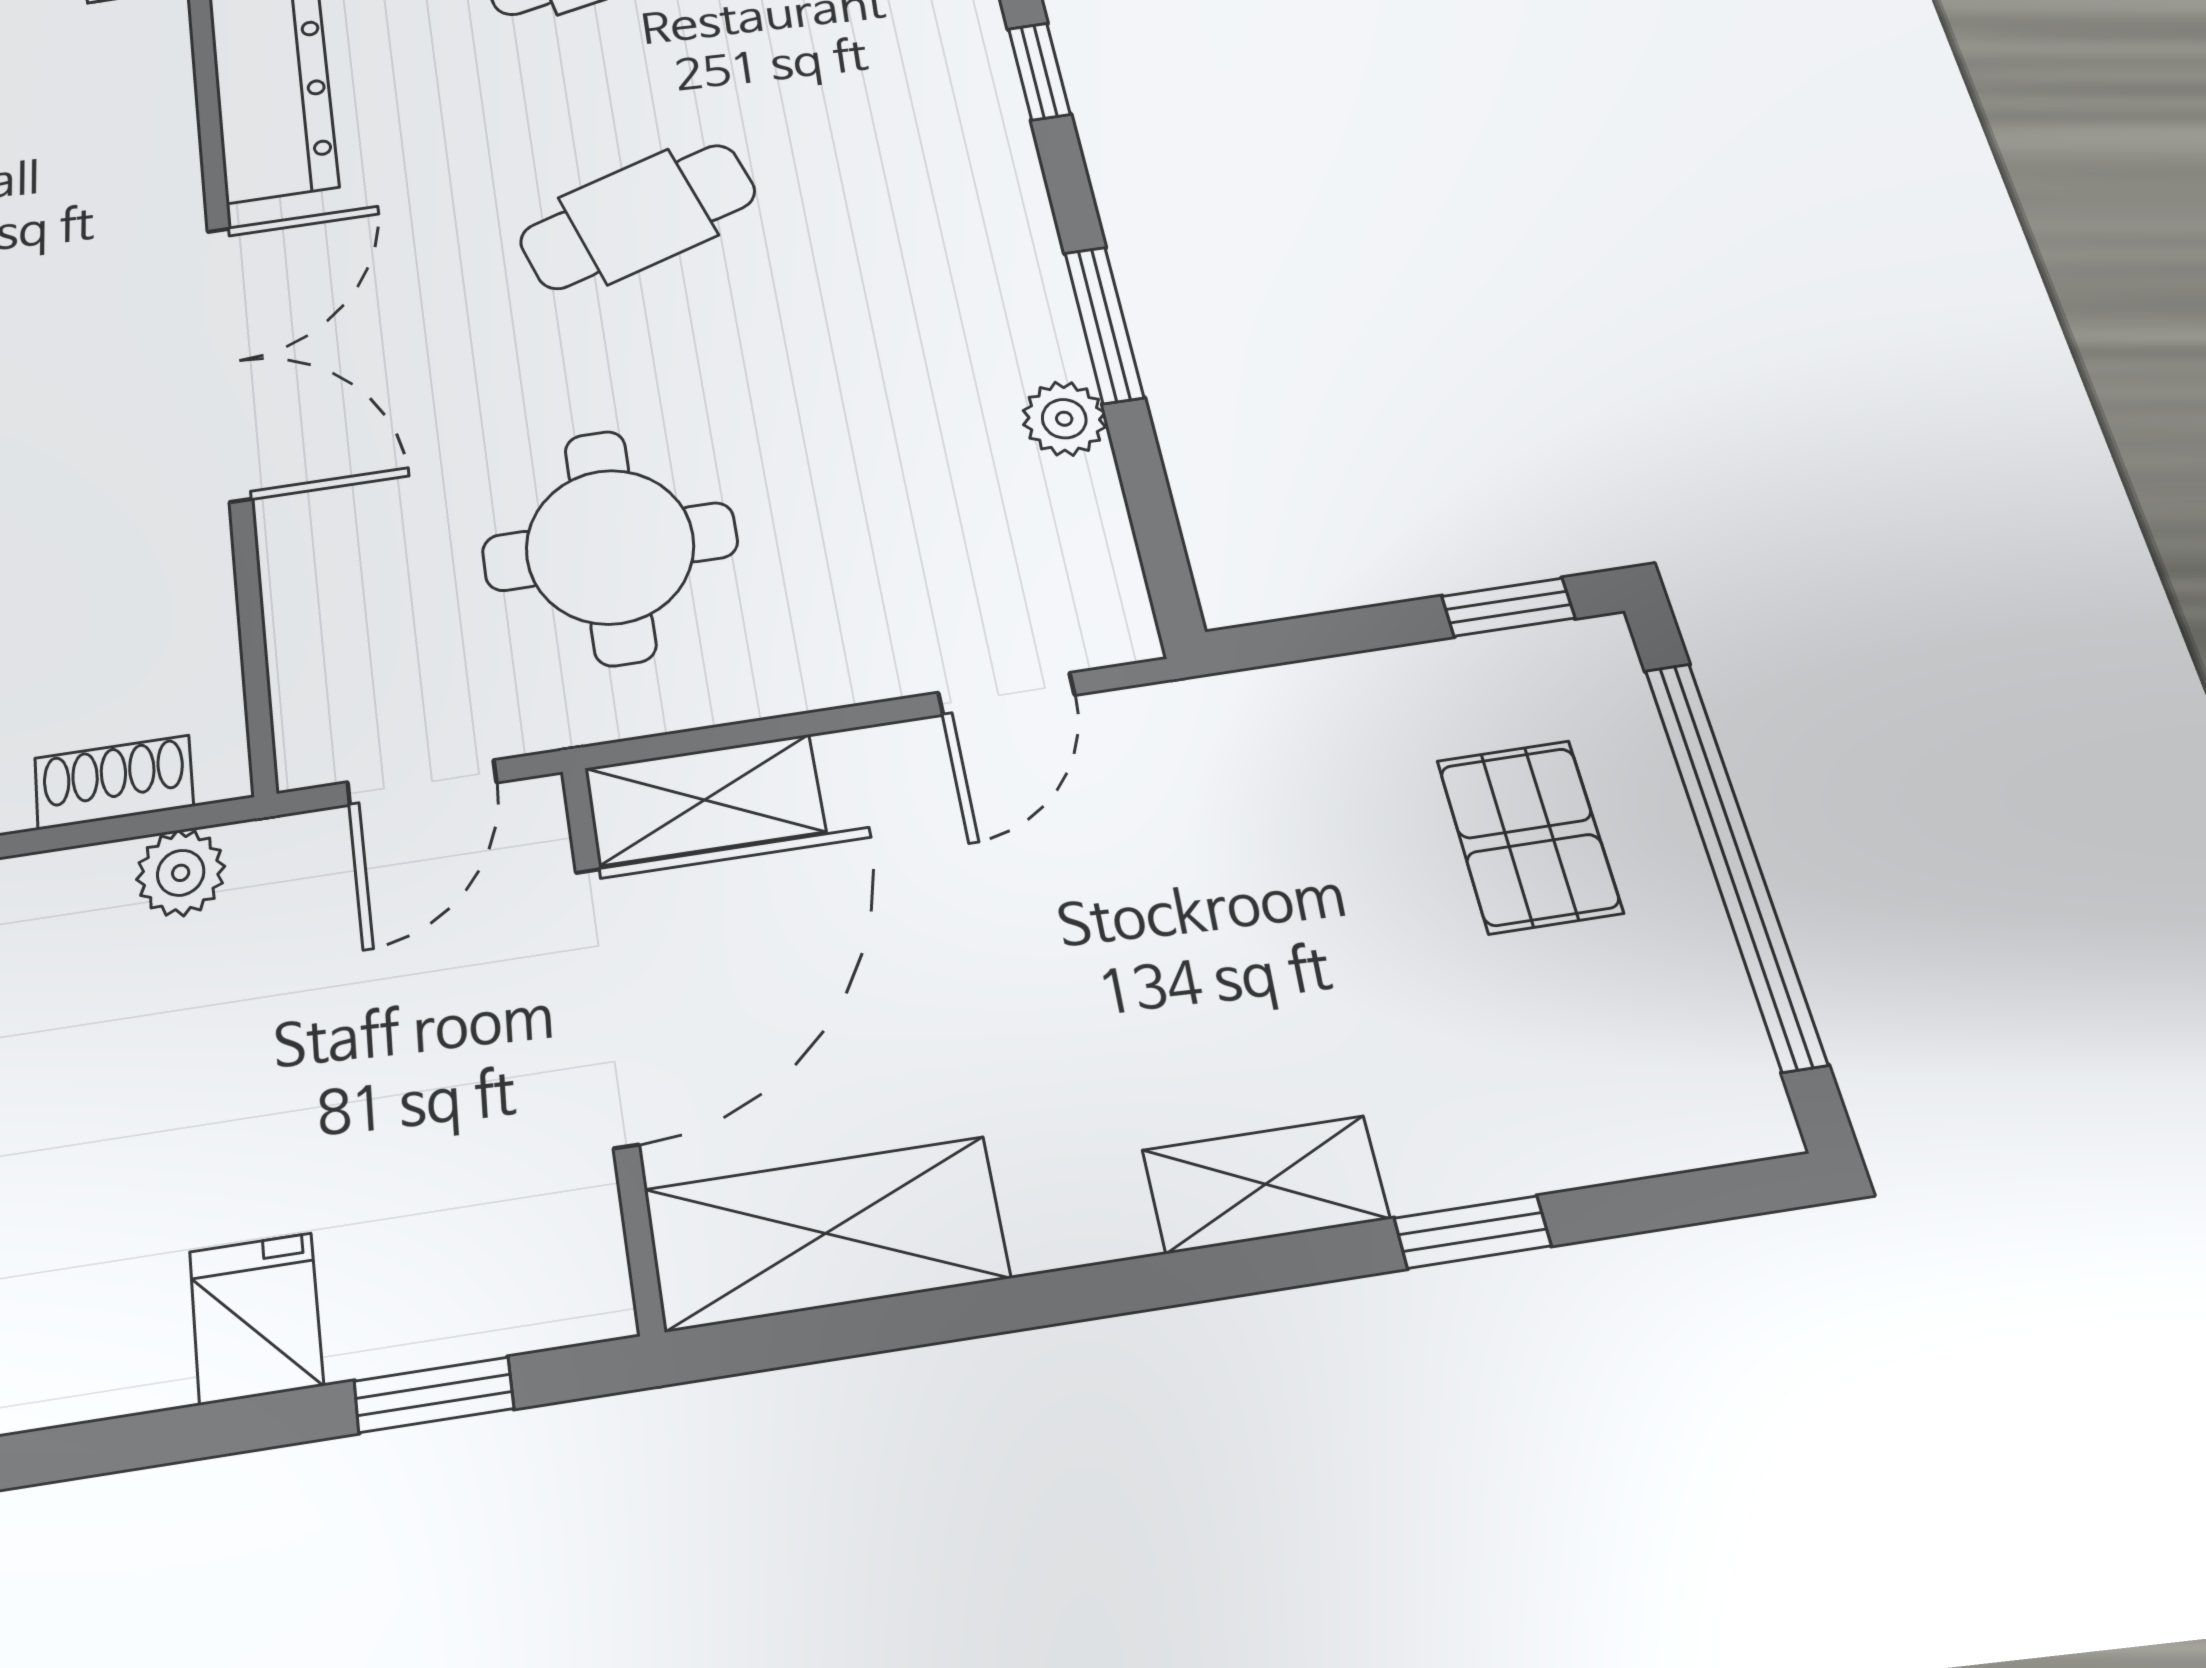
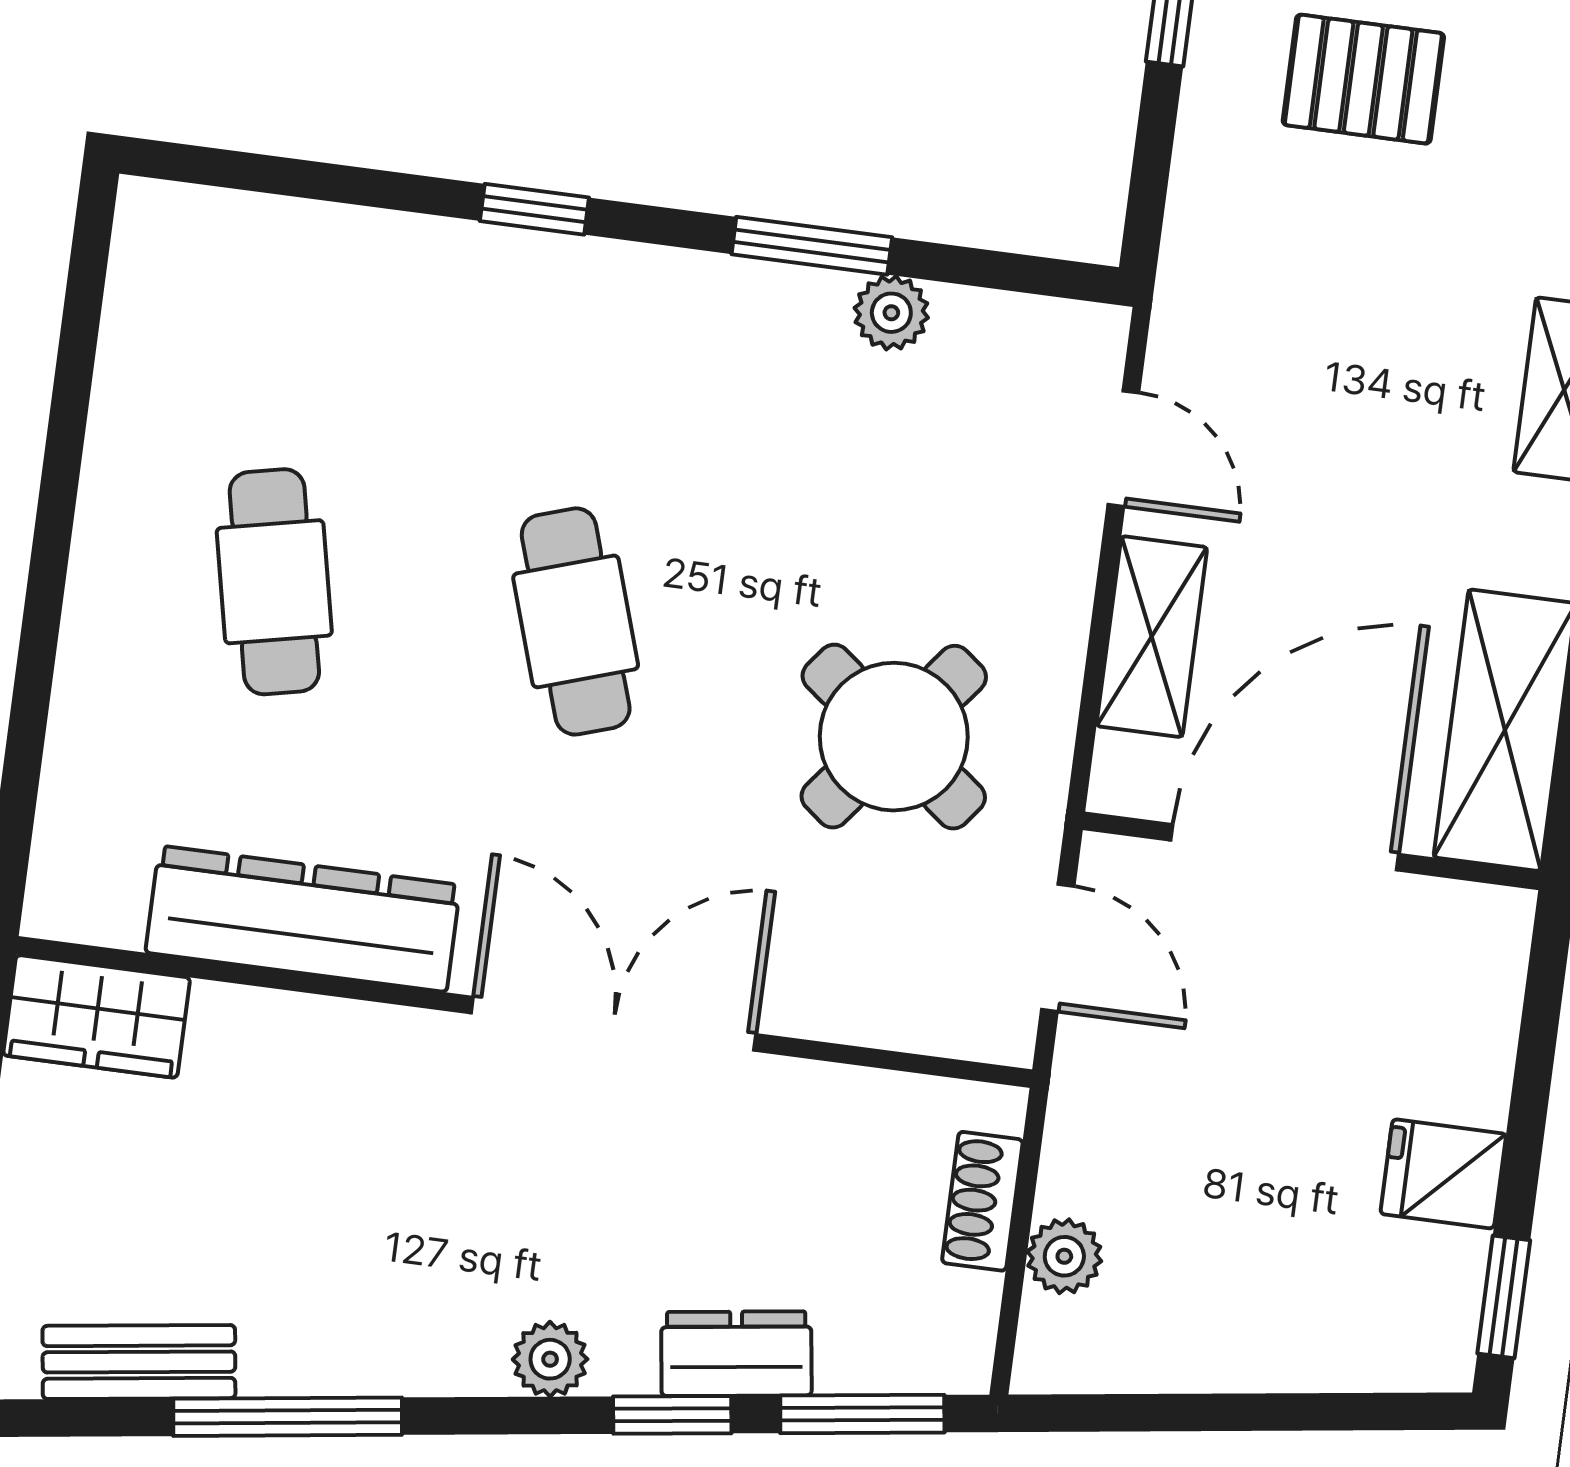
round table: (610, 547) -> (894, 737), turned 38
shelving: (705, 800) -> (1152, 637), moved
plant: (181, 873) -> (1064, 1256), moved
door: (607, 1005) -> (1285, 847), hinge flipped
window: (434, 1395) -> (1504, 1297), moved

